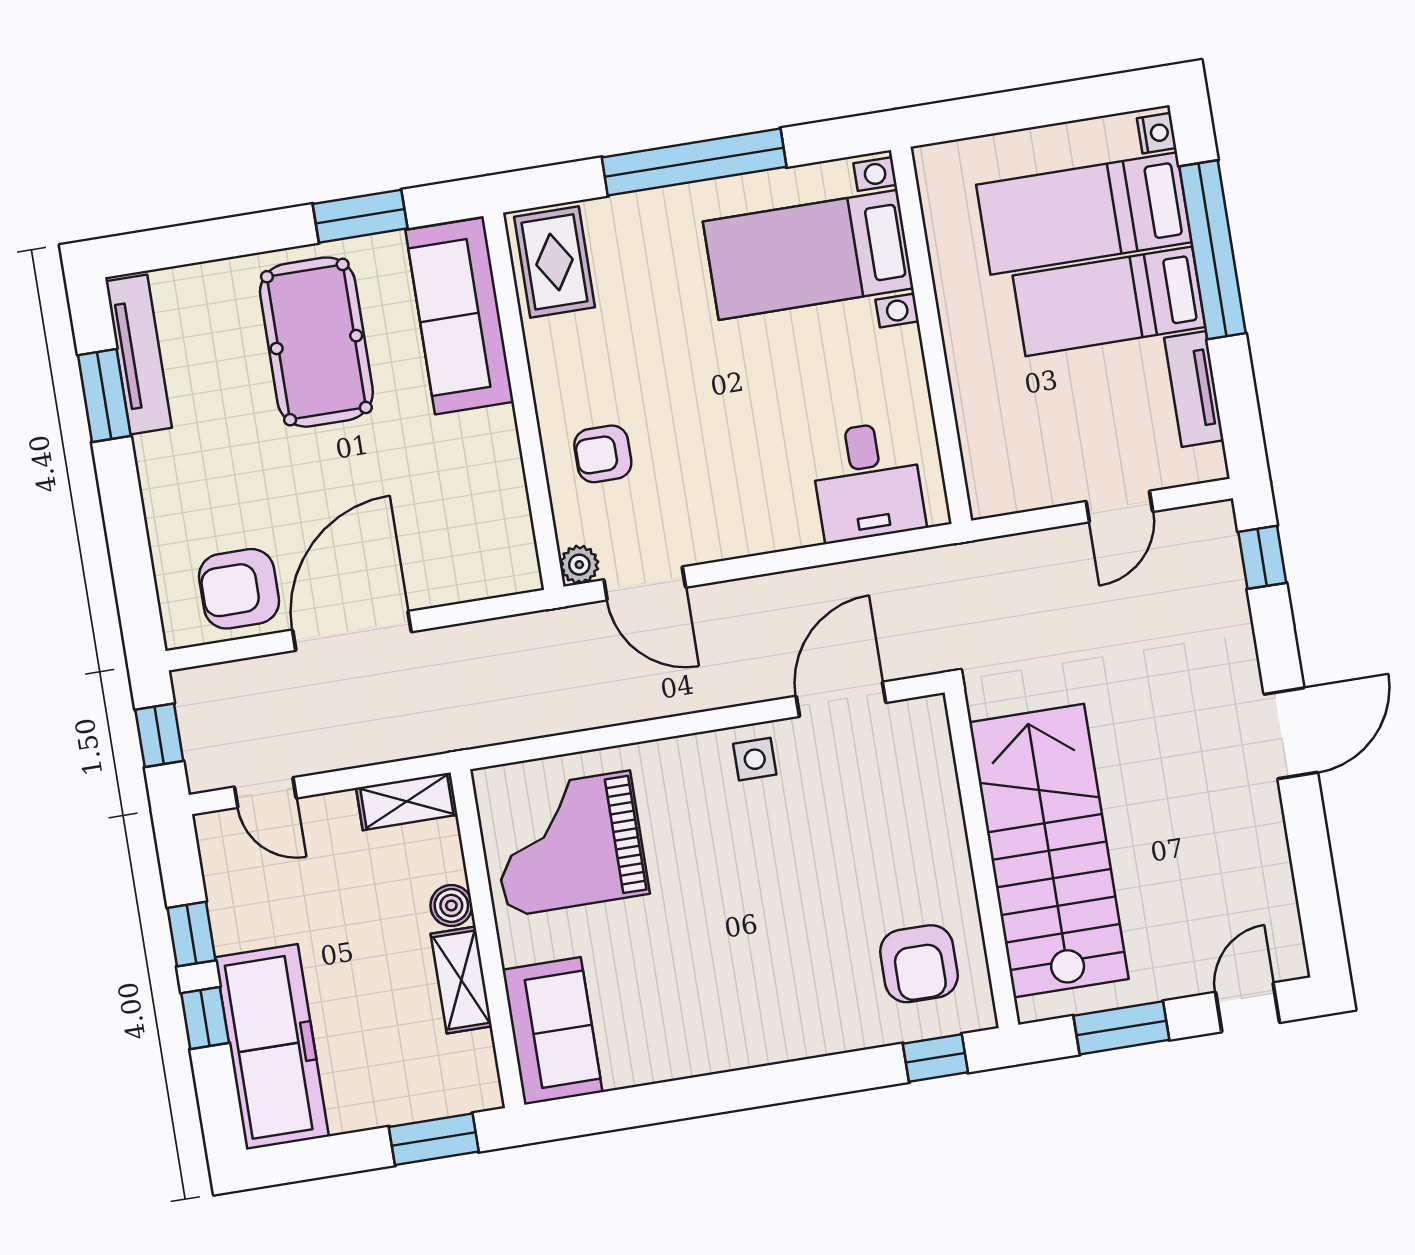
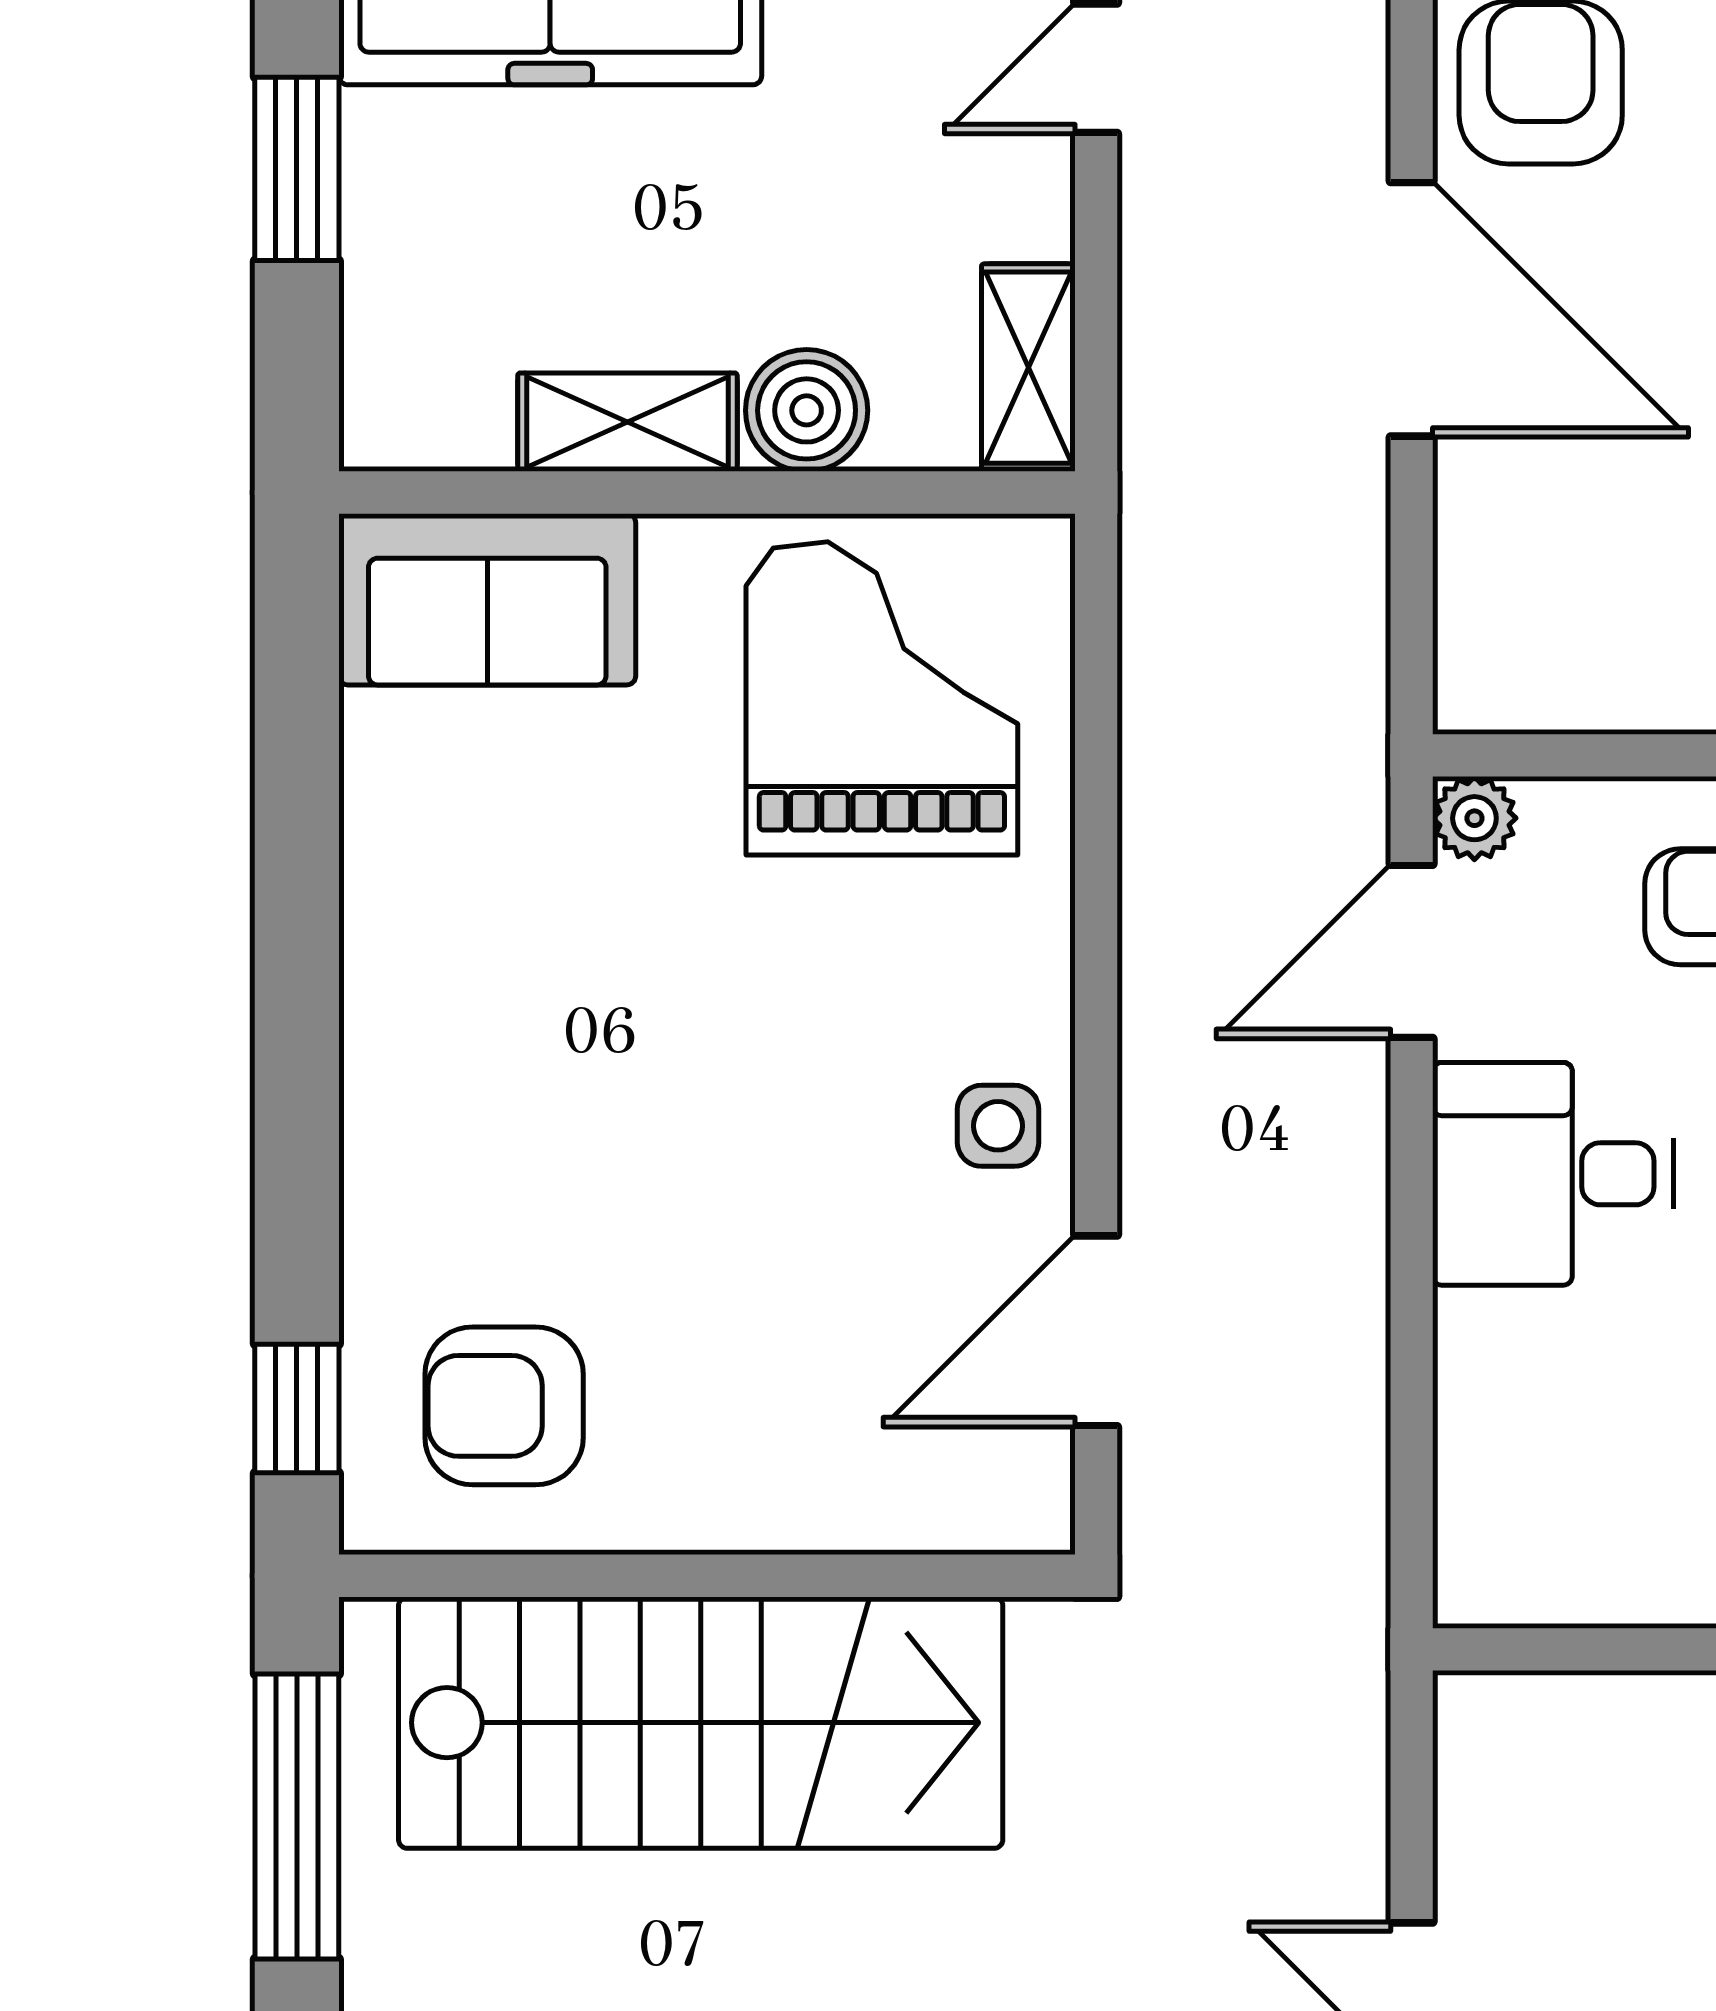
desk: (867, 481) -> (1553, 1174), moved
door: (841, 699) -> (1096, 1331), swing flipped
boiler: (451, 905) -> (807, 410), width x1.36, depth x1.36
window: (1121, 1028) -> (297, 1817), width x1.44
window: (434, 1139) -> (297, 169), moved

